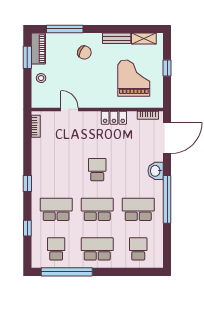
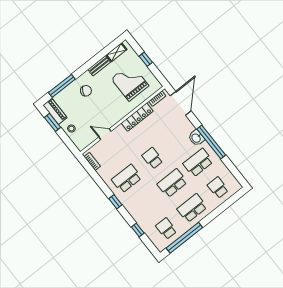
locker: (114, 118) -> (137, 117), width x1.53
washbasin: (156, 171) -> (196, 138), moved
school desk: (56, 209) -> (127, 179), moved

